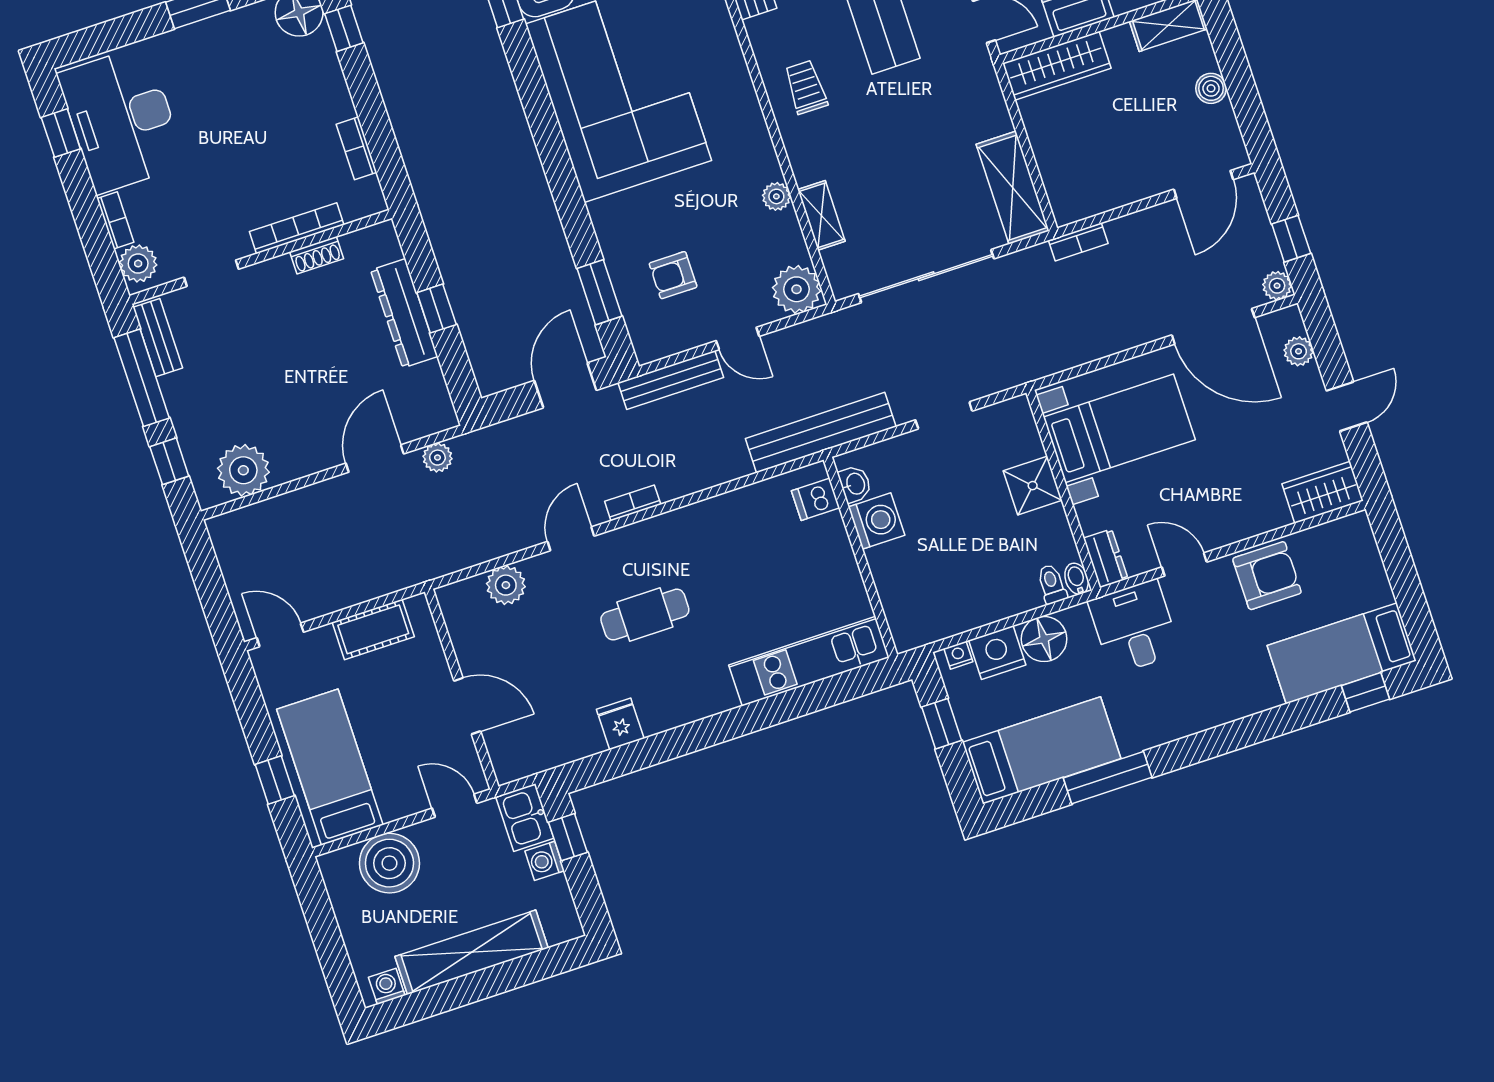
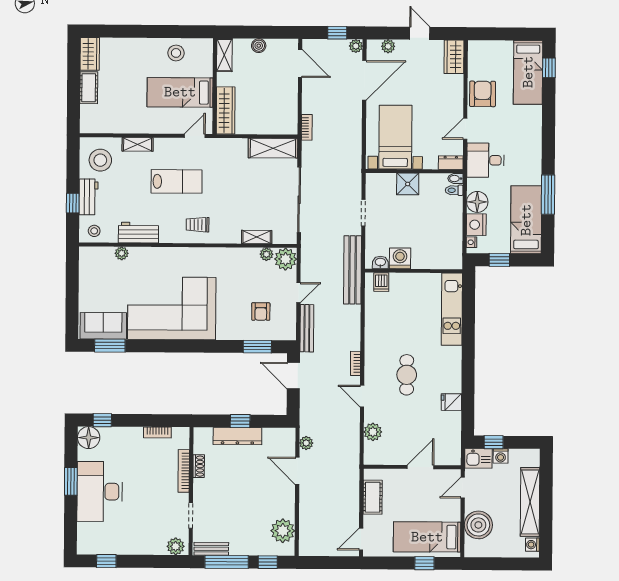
desk: (122, 119) -> (100, 492), moved, turned 90
plant: (776, 196) -> (266, 254), moved
bookcase: (115, 220) -> (153, 550), removed

